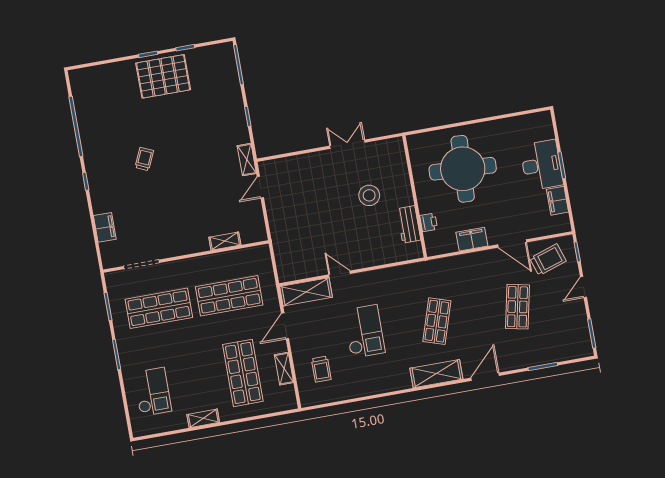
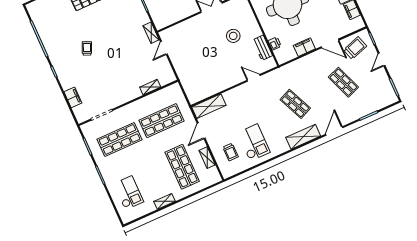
door: (339, 274) -> (254, 78), moved
shop shelf: (517, 307) -> (343, 82), turned -33
shop shelf: (437, 321) -> (295, 104), turned -42
checkout: (364, 331) -> (254, 143), moved

